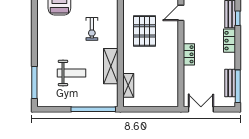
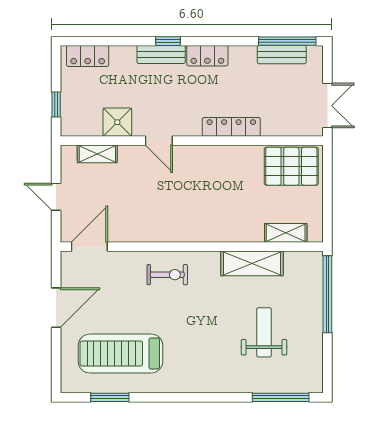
exercise bike: (92, 29) -> (167, 275), moved
pallet: (145, 31) -> (291, 166), moved
locker: (189, 54) -> (231, 127), width x1.53
double door: (201, 109) -> (327, 106), swing flipped

